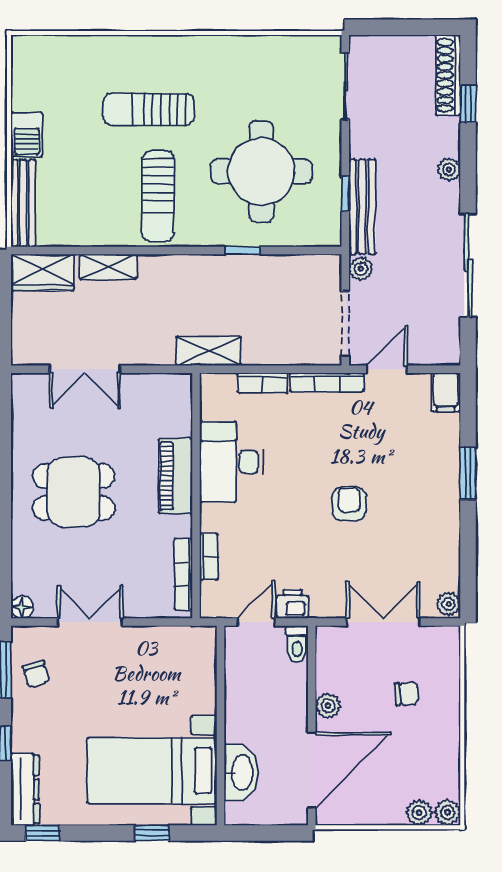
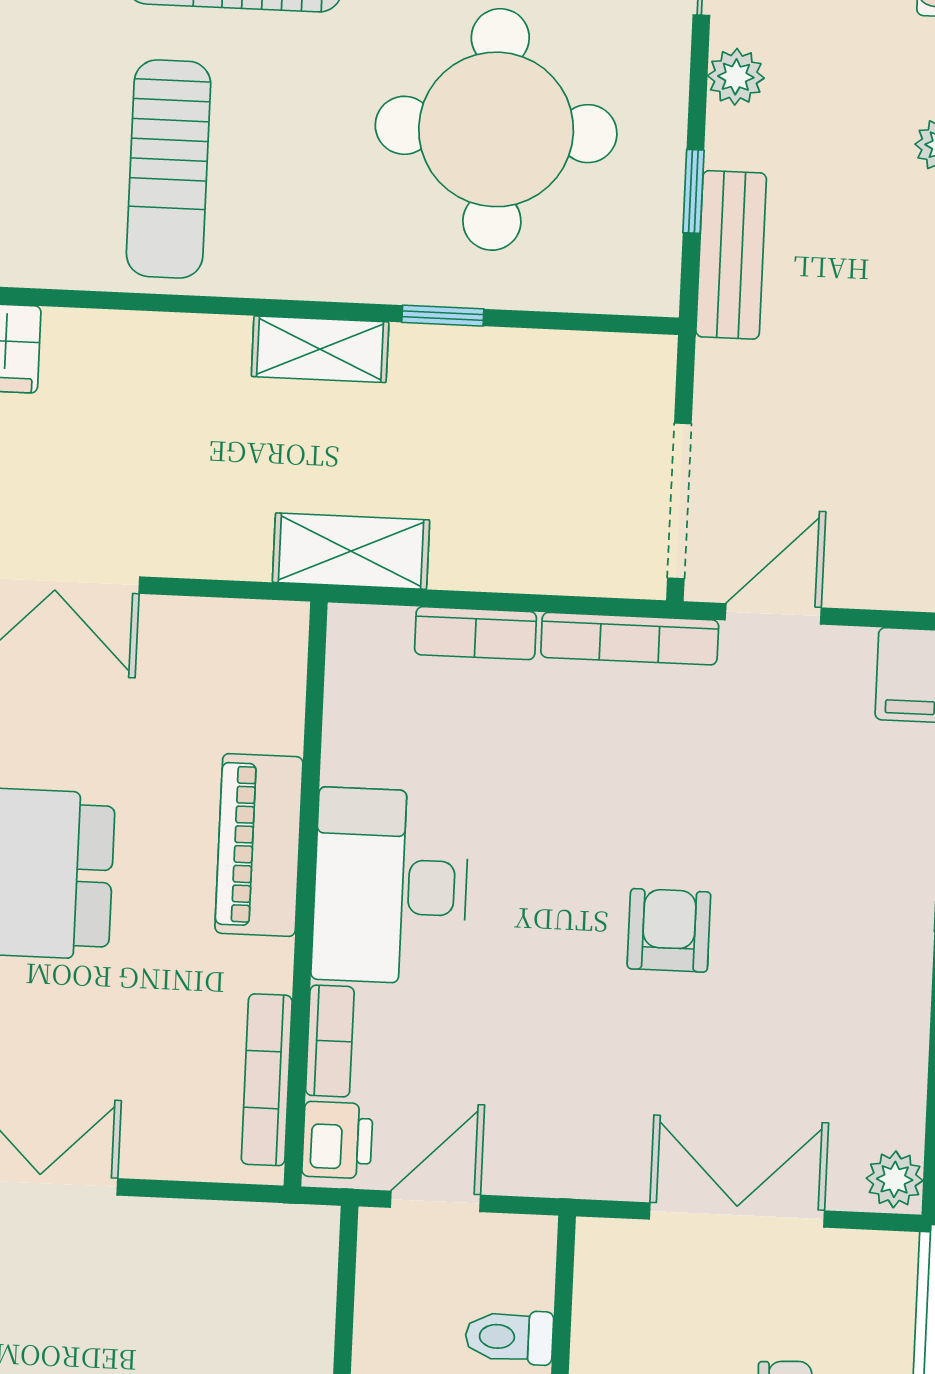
sun lounger: (158, 196) -> (169, 169), moved
bench: (362, 207) -> (731, 255), width x0.73
shelving: (108, 267) -> (320, 349), moved
plant: (361, 269) -> (736, 77), moved
desk: (231, 462) -> (390, 886), moved
printer: (293, 604) -> (337, 1140), moved, turned 90
toilet: (297, 644) -> (509, 1337), moved, turned 90

